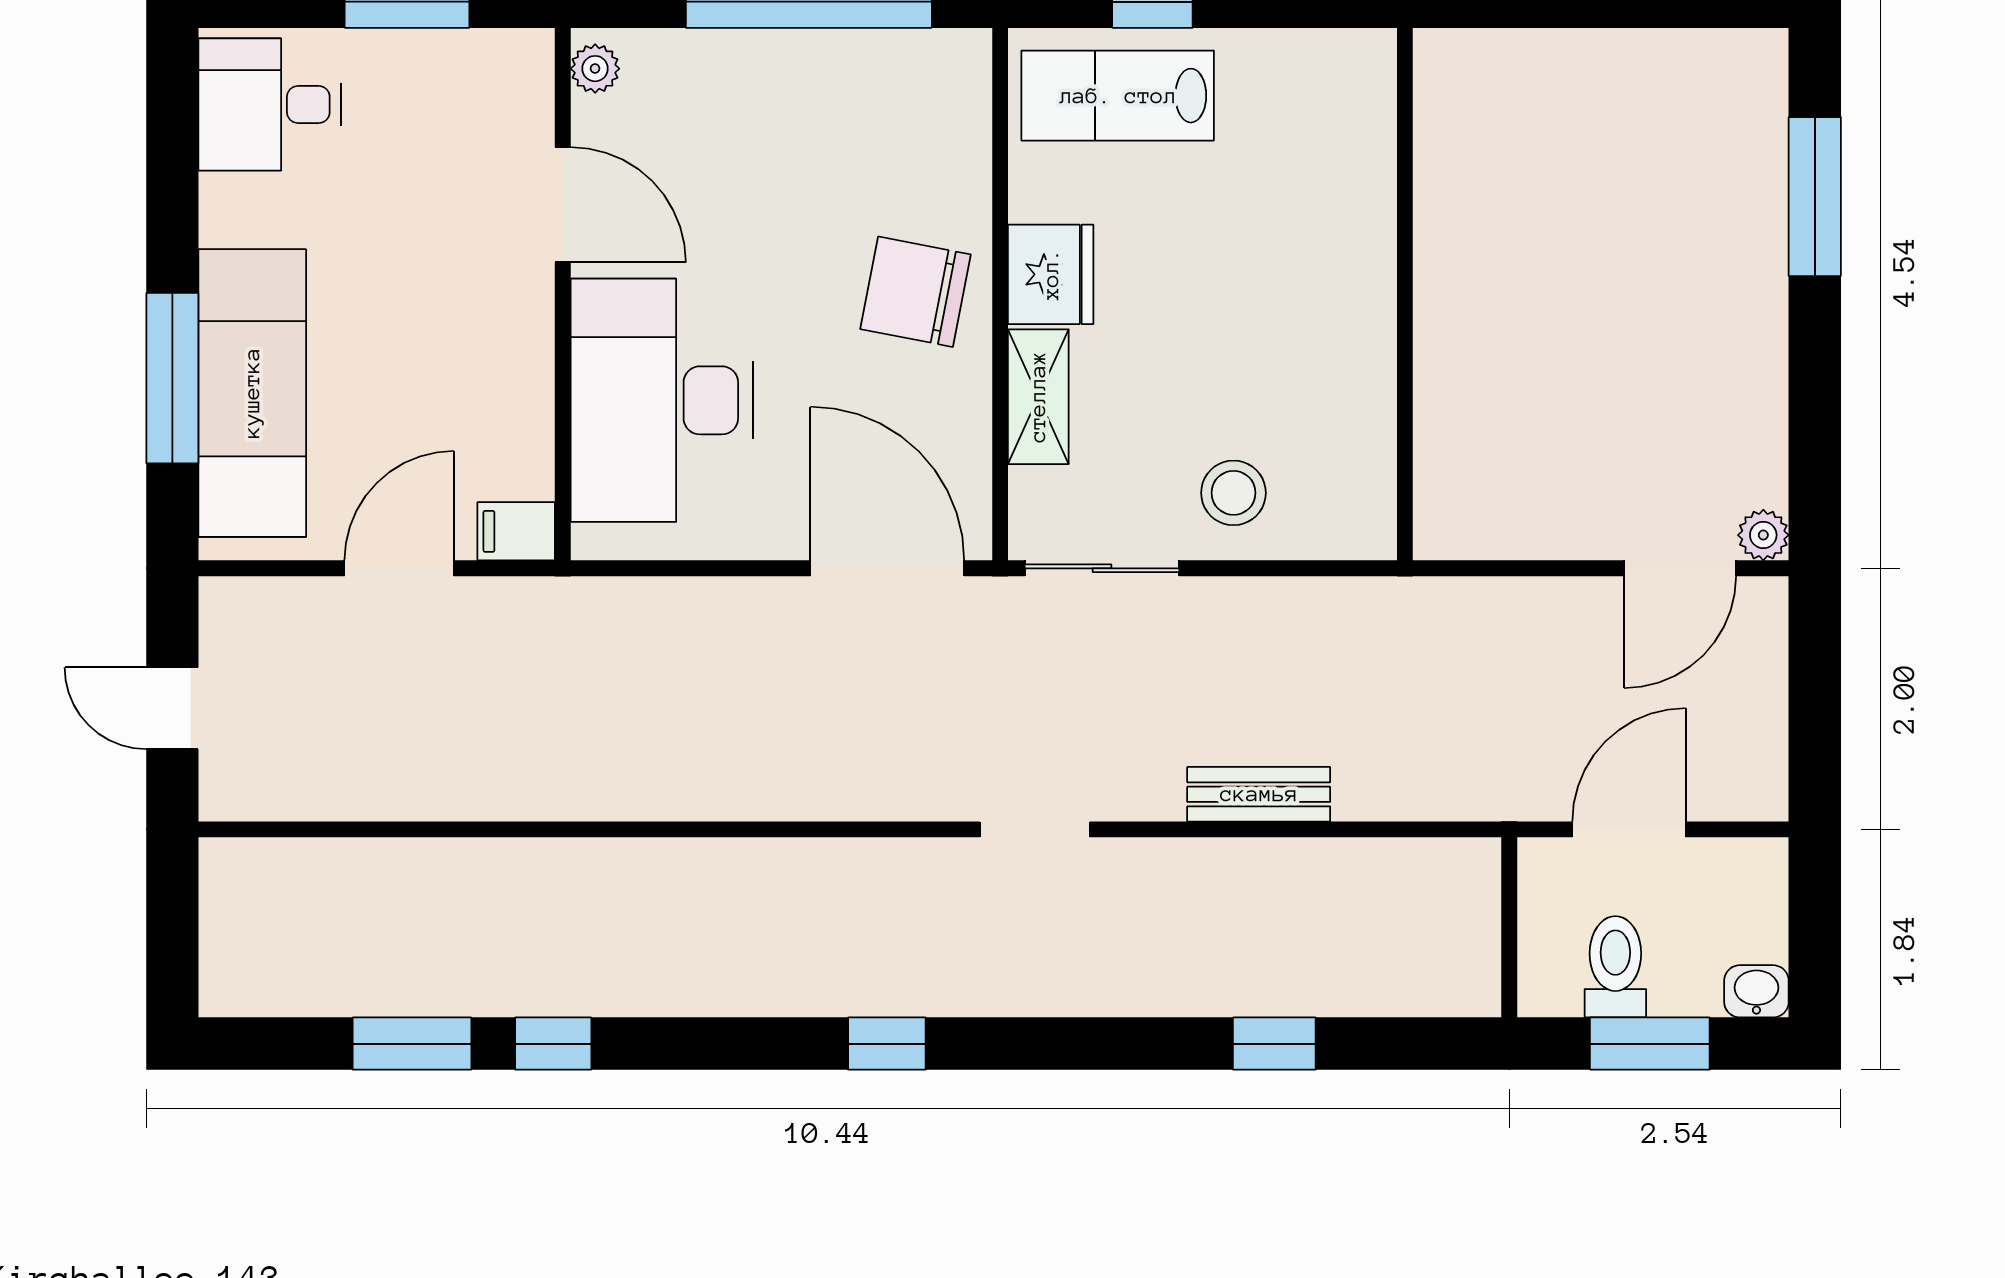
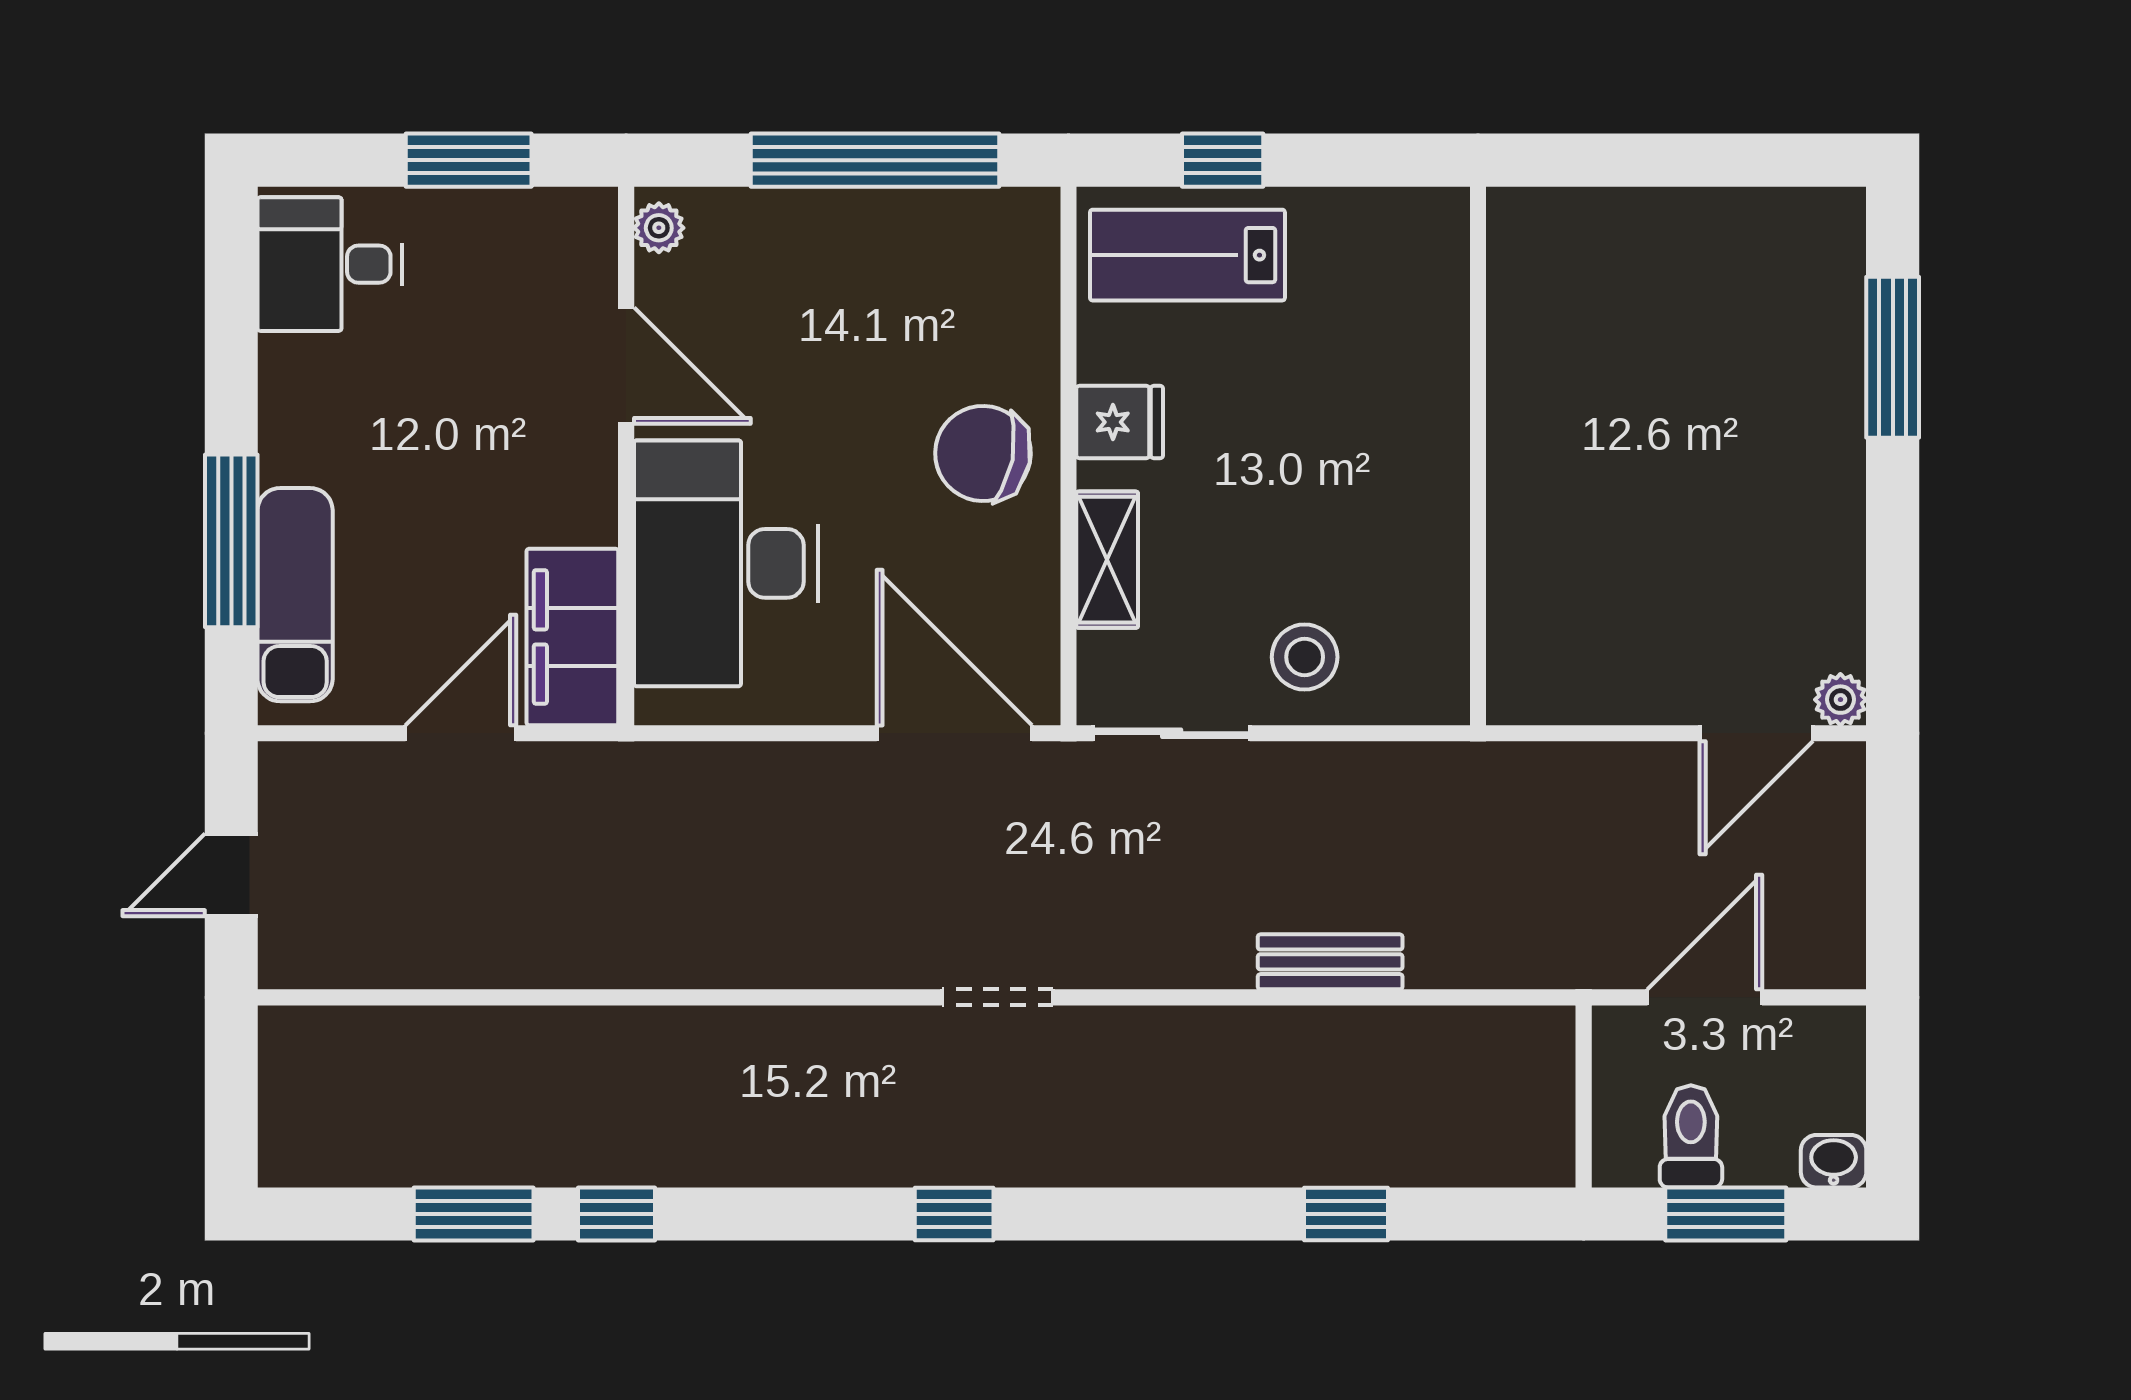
fridge: (1051, 274) -> (1120, 422), width x0.72
exam couch: (252, 393) -> (295, 595), width x0.73, depth x0.69
filing cabinet: (516, 531) -> (572, 637), width x3.00, depth x1.17
door: (172, 708) -> (231, 875), hinge flipped
doorway: (1035, 829) -> (997, 997), moved

